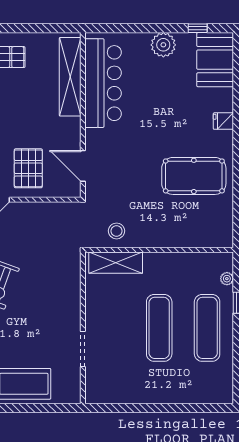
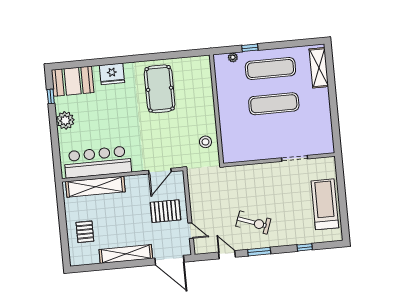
fridge: (223, 121) -> (112, 74), width x1.88, depth x1.34
shelving: (116, 263) -> (319, 68), moved

